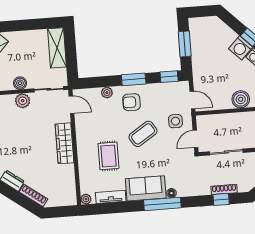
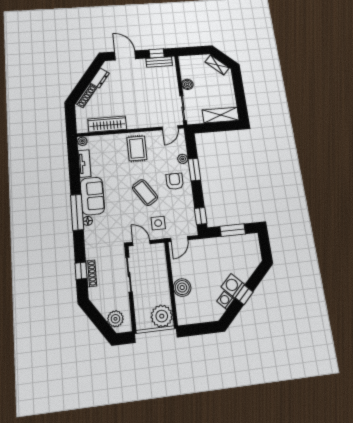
window: (134, 79) -> (194, 170), moved
plant: (23, 101) -> (172, 87), removed
wardrobe: (65, 143) -> (107, 124), moved
rug: (108, 156) -> (137, 148), moved, turned 90

